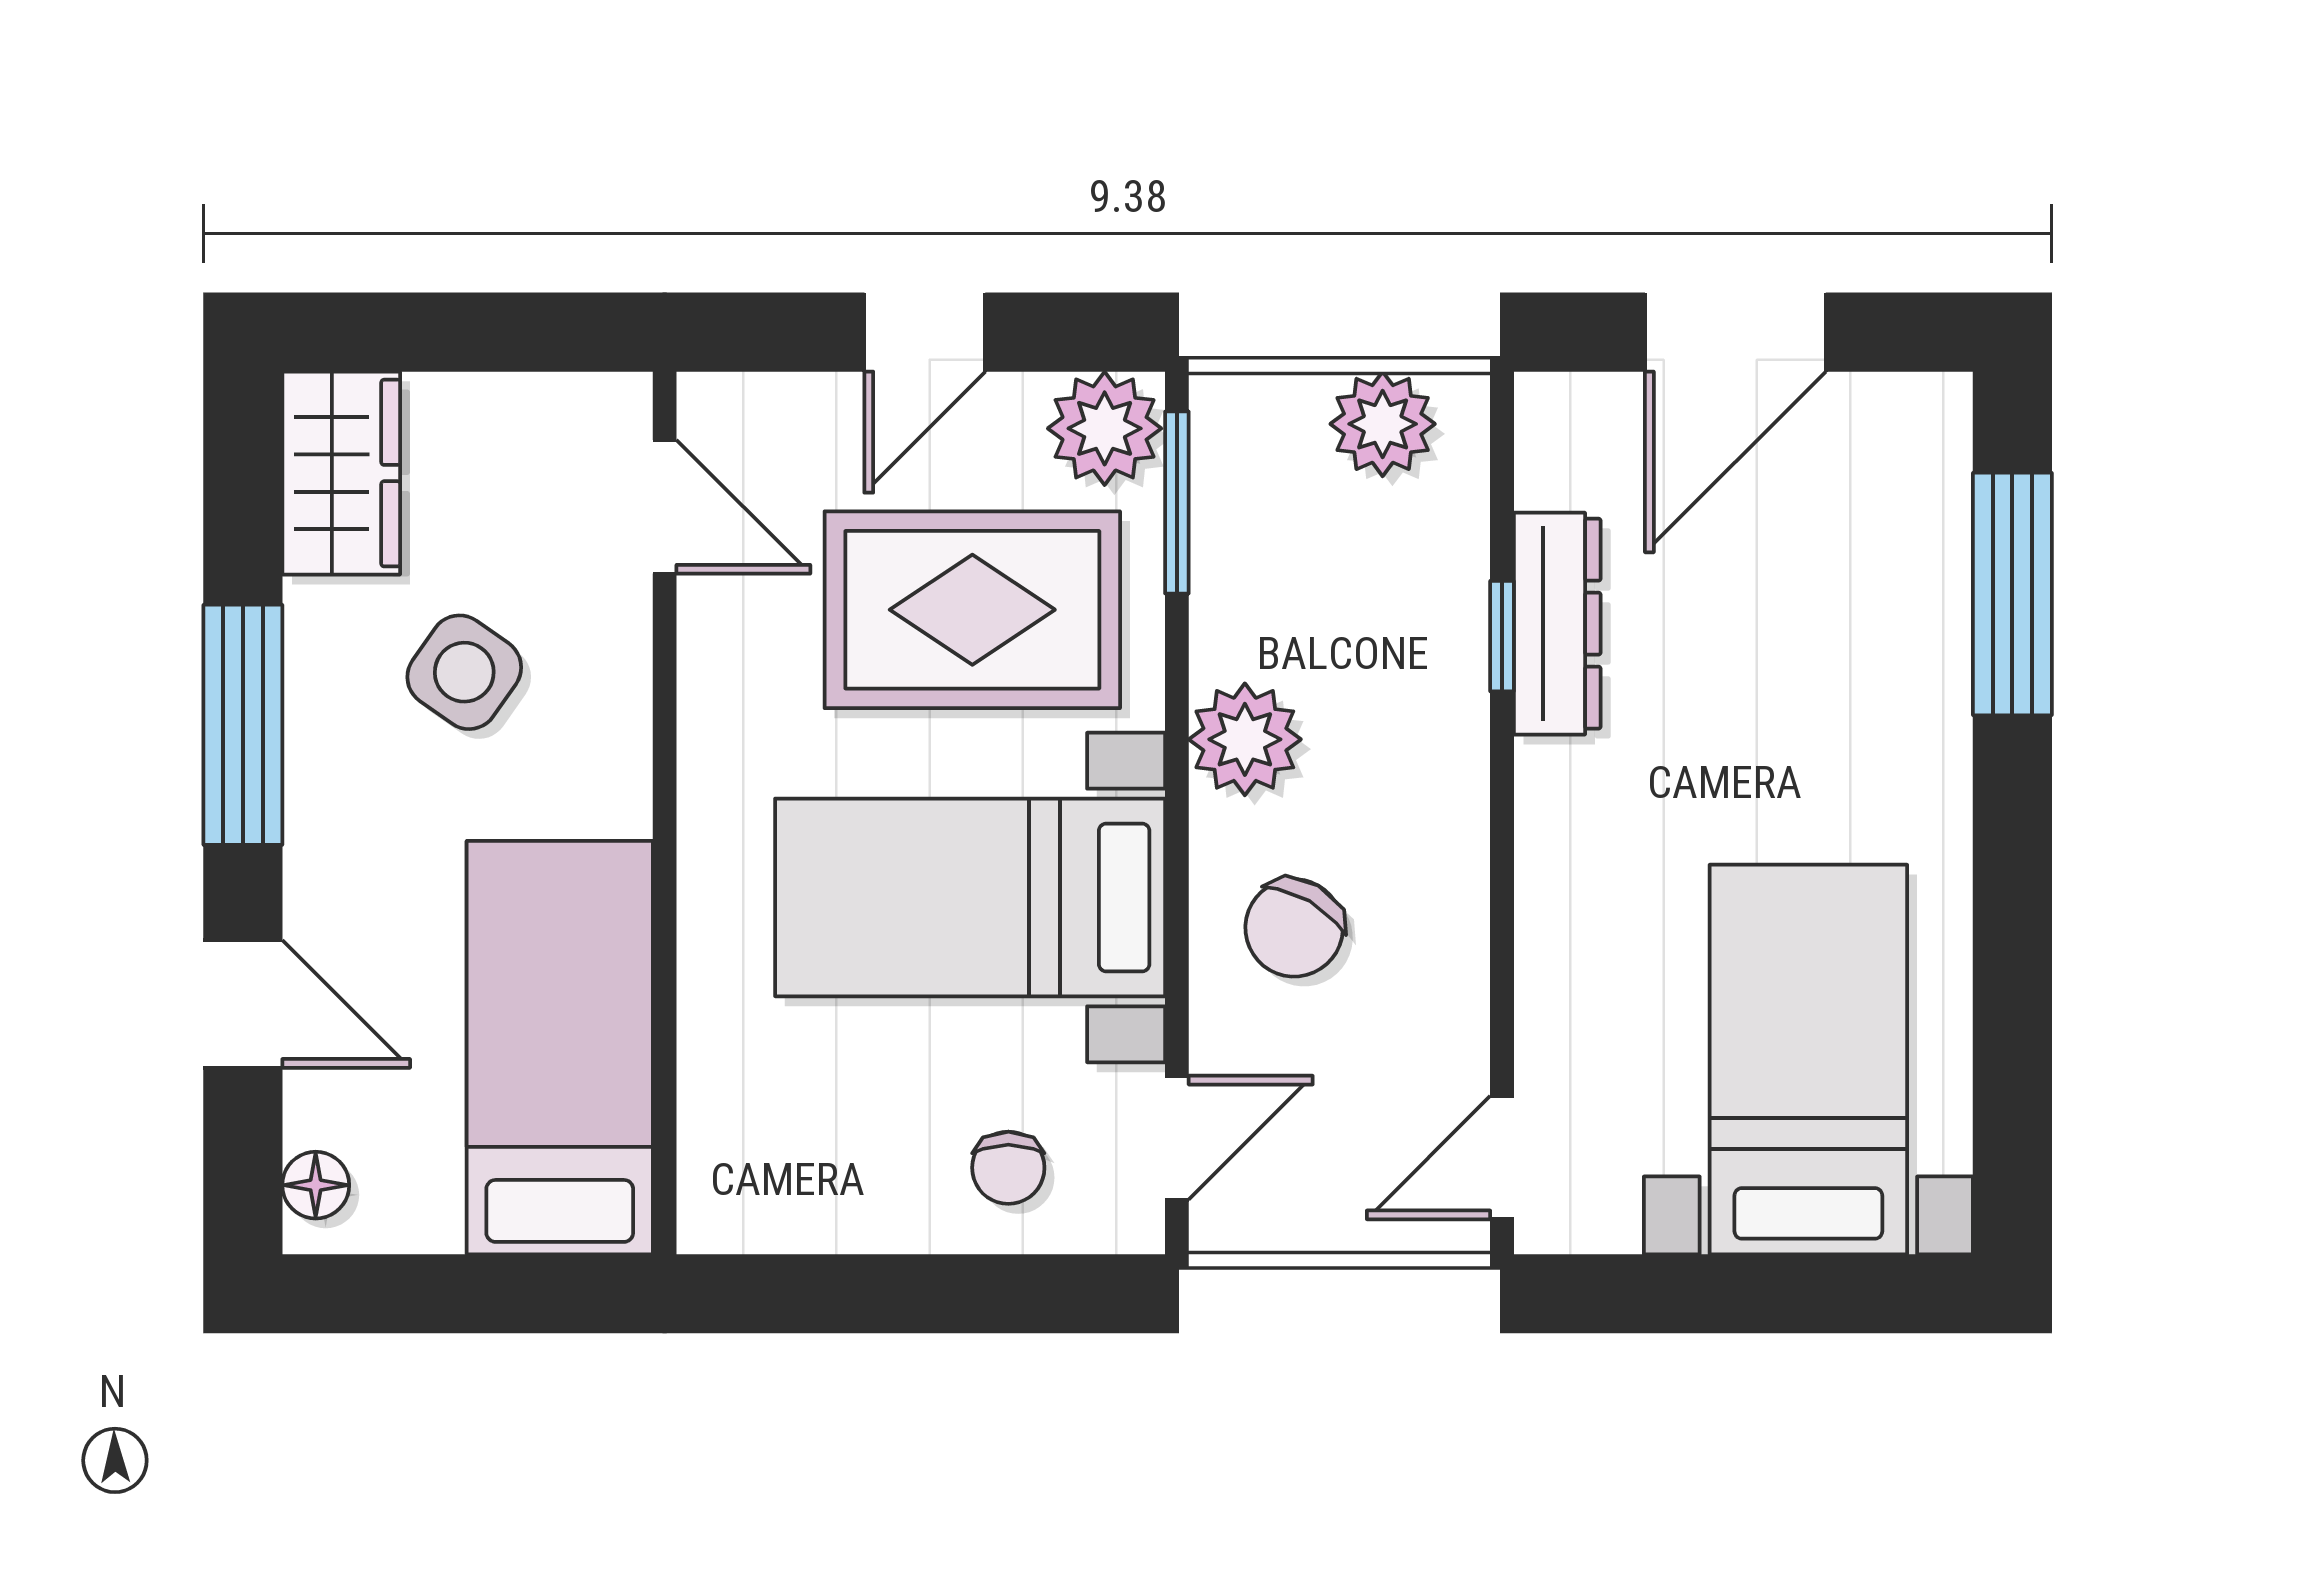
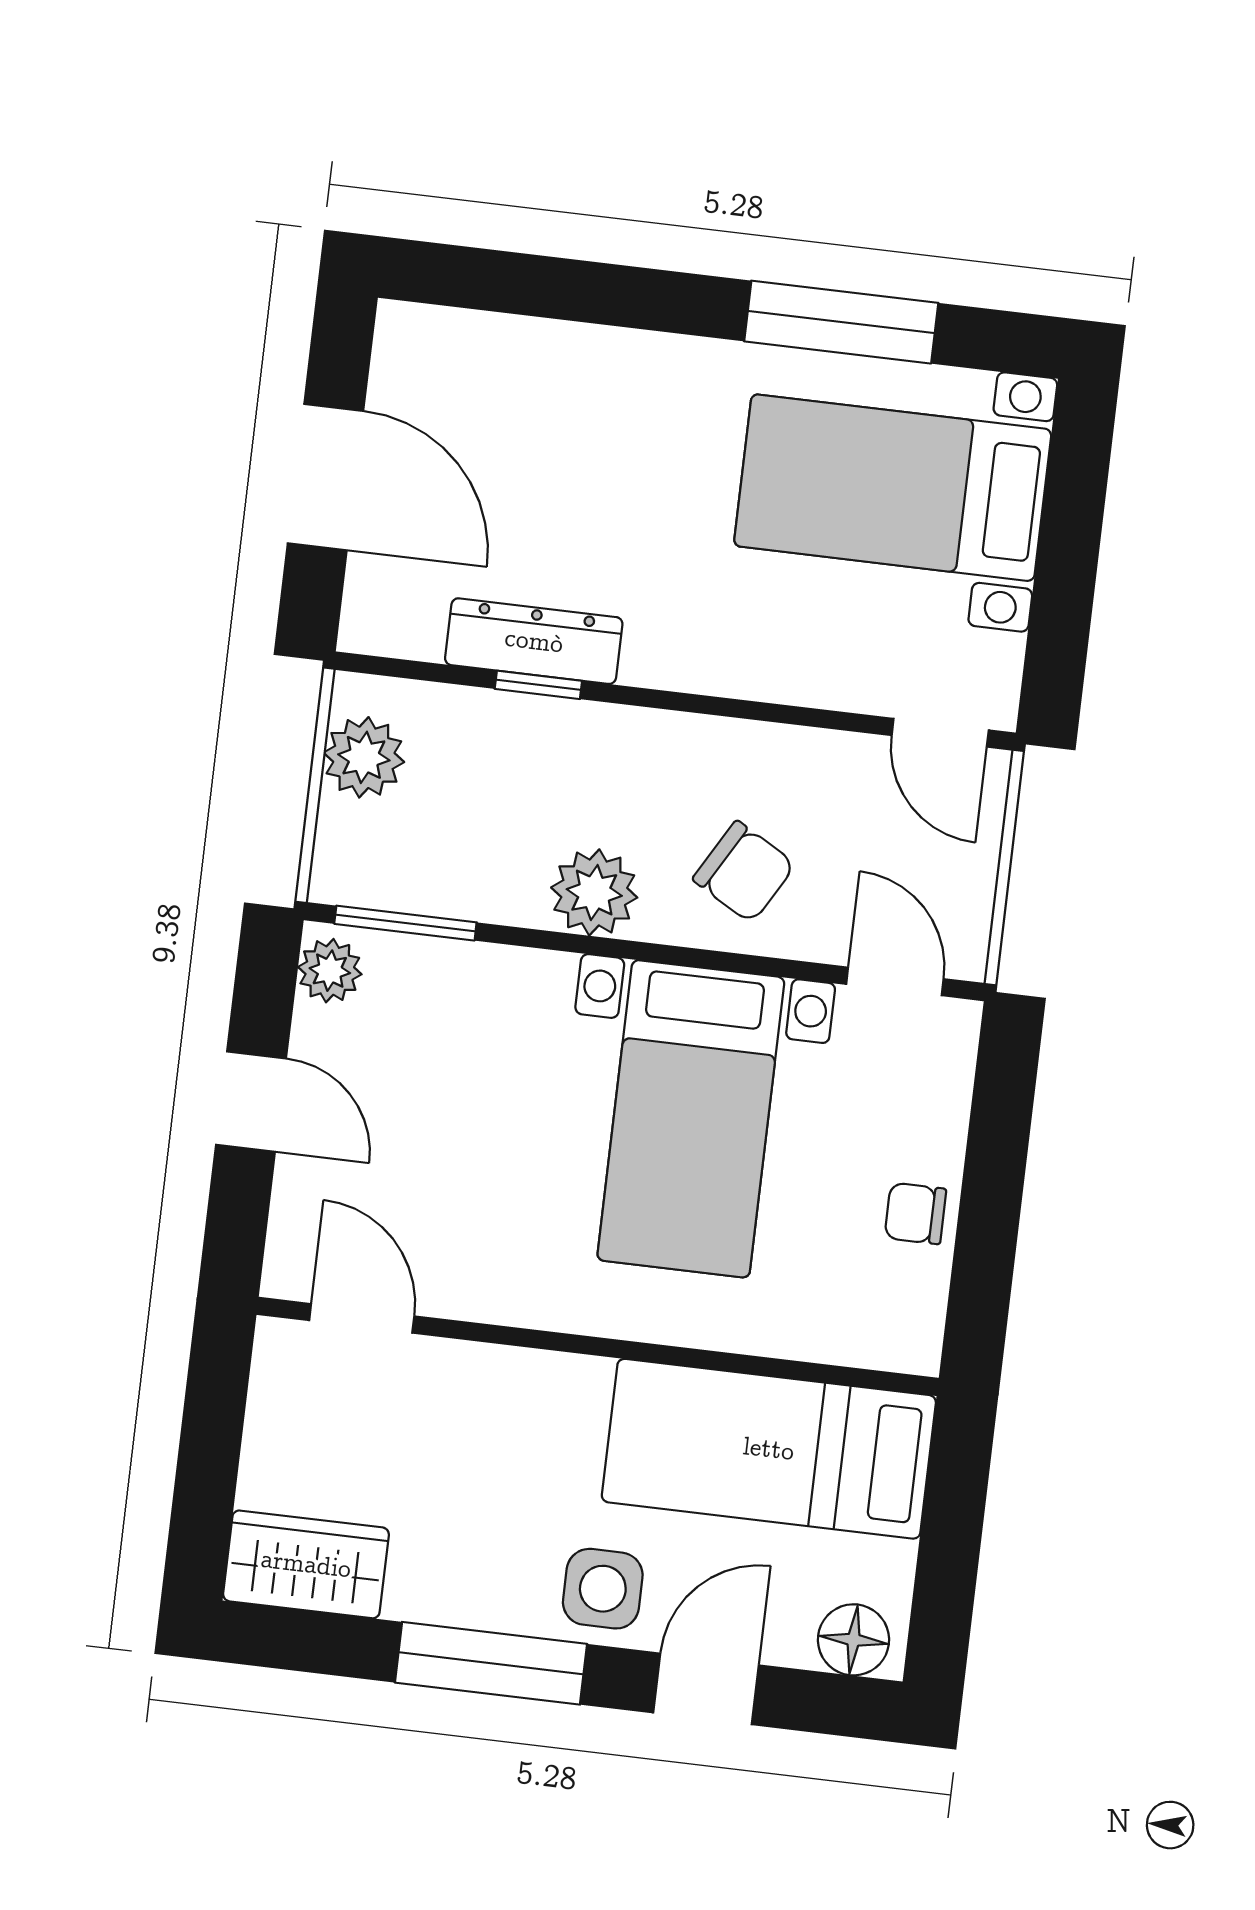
plant: (1105, 428) -> (330, 971), width x0.73, depth x0.73
door: (665, 507) -> (362, 1318), hinge flipped
window: (2012, 594) -> (841, 322), moved
rug: (972, 610) -> (469, 1091), removed
side table: (464, 672) -> (603, 1589), moved, turned -35
chair: (1008, 1168) -> (915, 1213), moved, turned 180
floor lamp: (316, 1185) -> (853, 1640), width x1.37, depth x1.37

